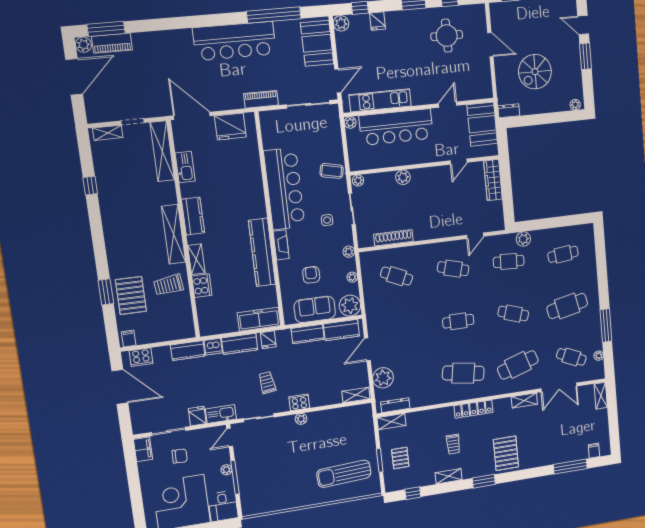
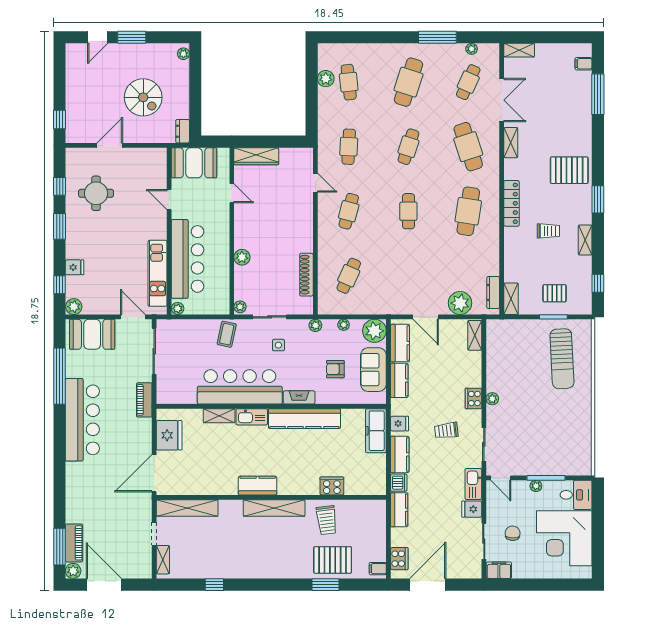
kitchen sink: (185, 167) -> (252, 417), moved, turned 180
plant: (523, 239) -> (326, 79), moved
shelving: (196, 259) -> (219, 416), moved
cafe table: (567, 306) -> (408, 82), turned 30

